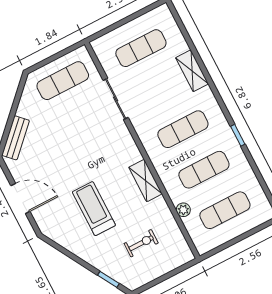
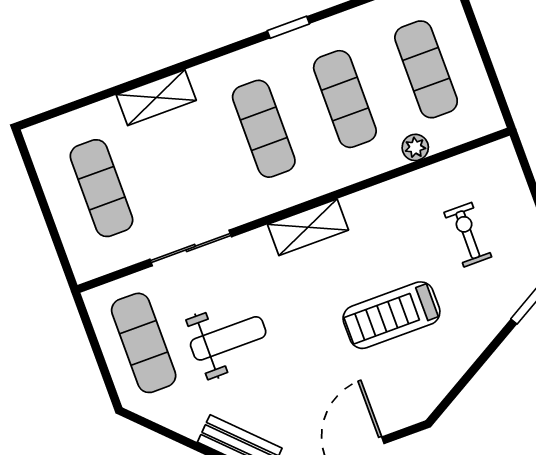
weight bench: (71, 125) -> (228, 338), added
shelving: (145, 181) -> (308, 227), moved

